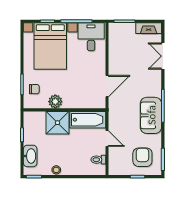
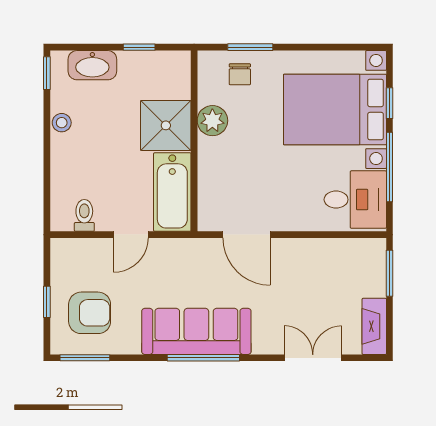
sofa: (151, 115) -> (196, 331), width x1.36

